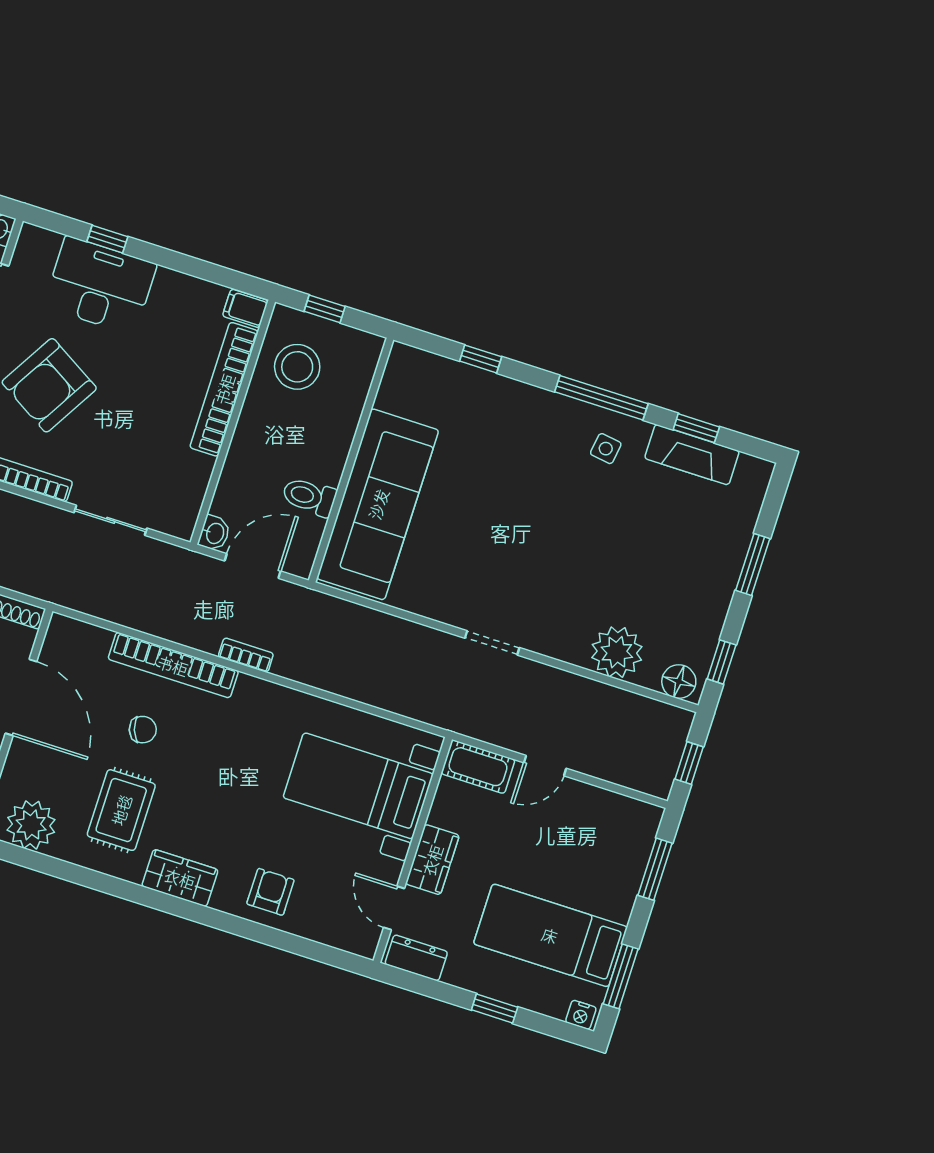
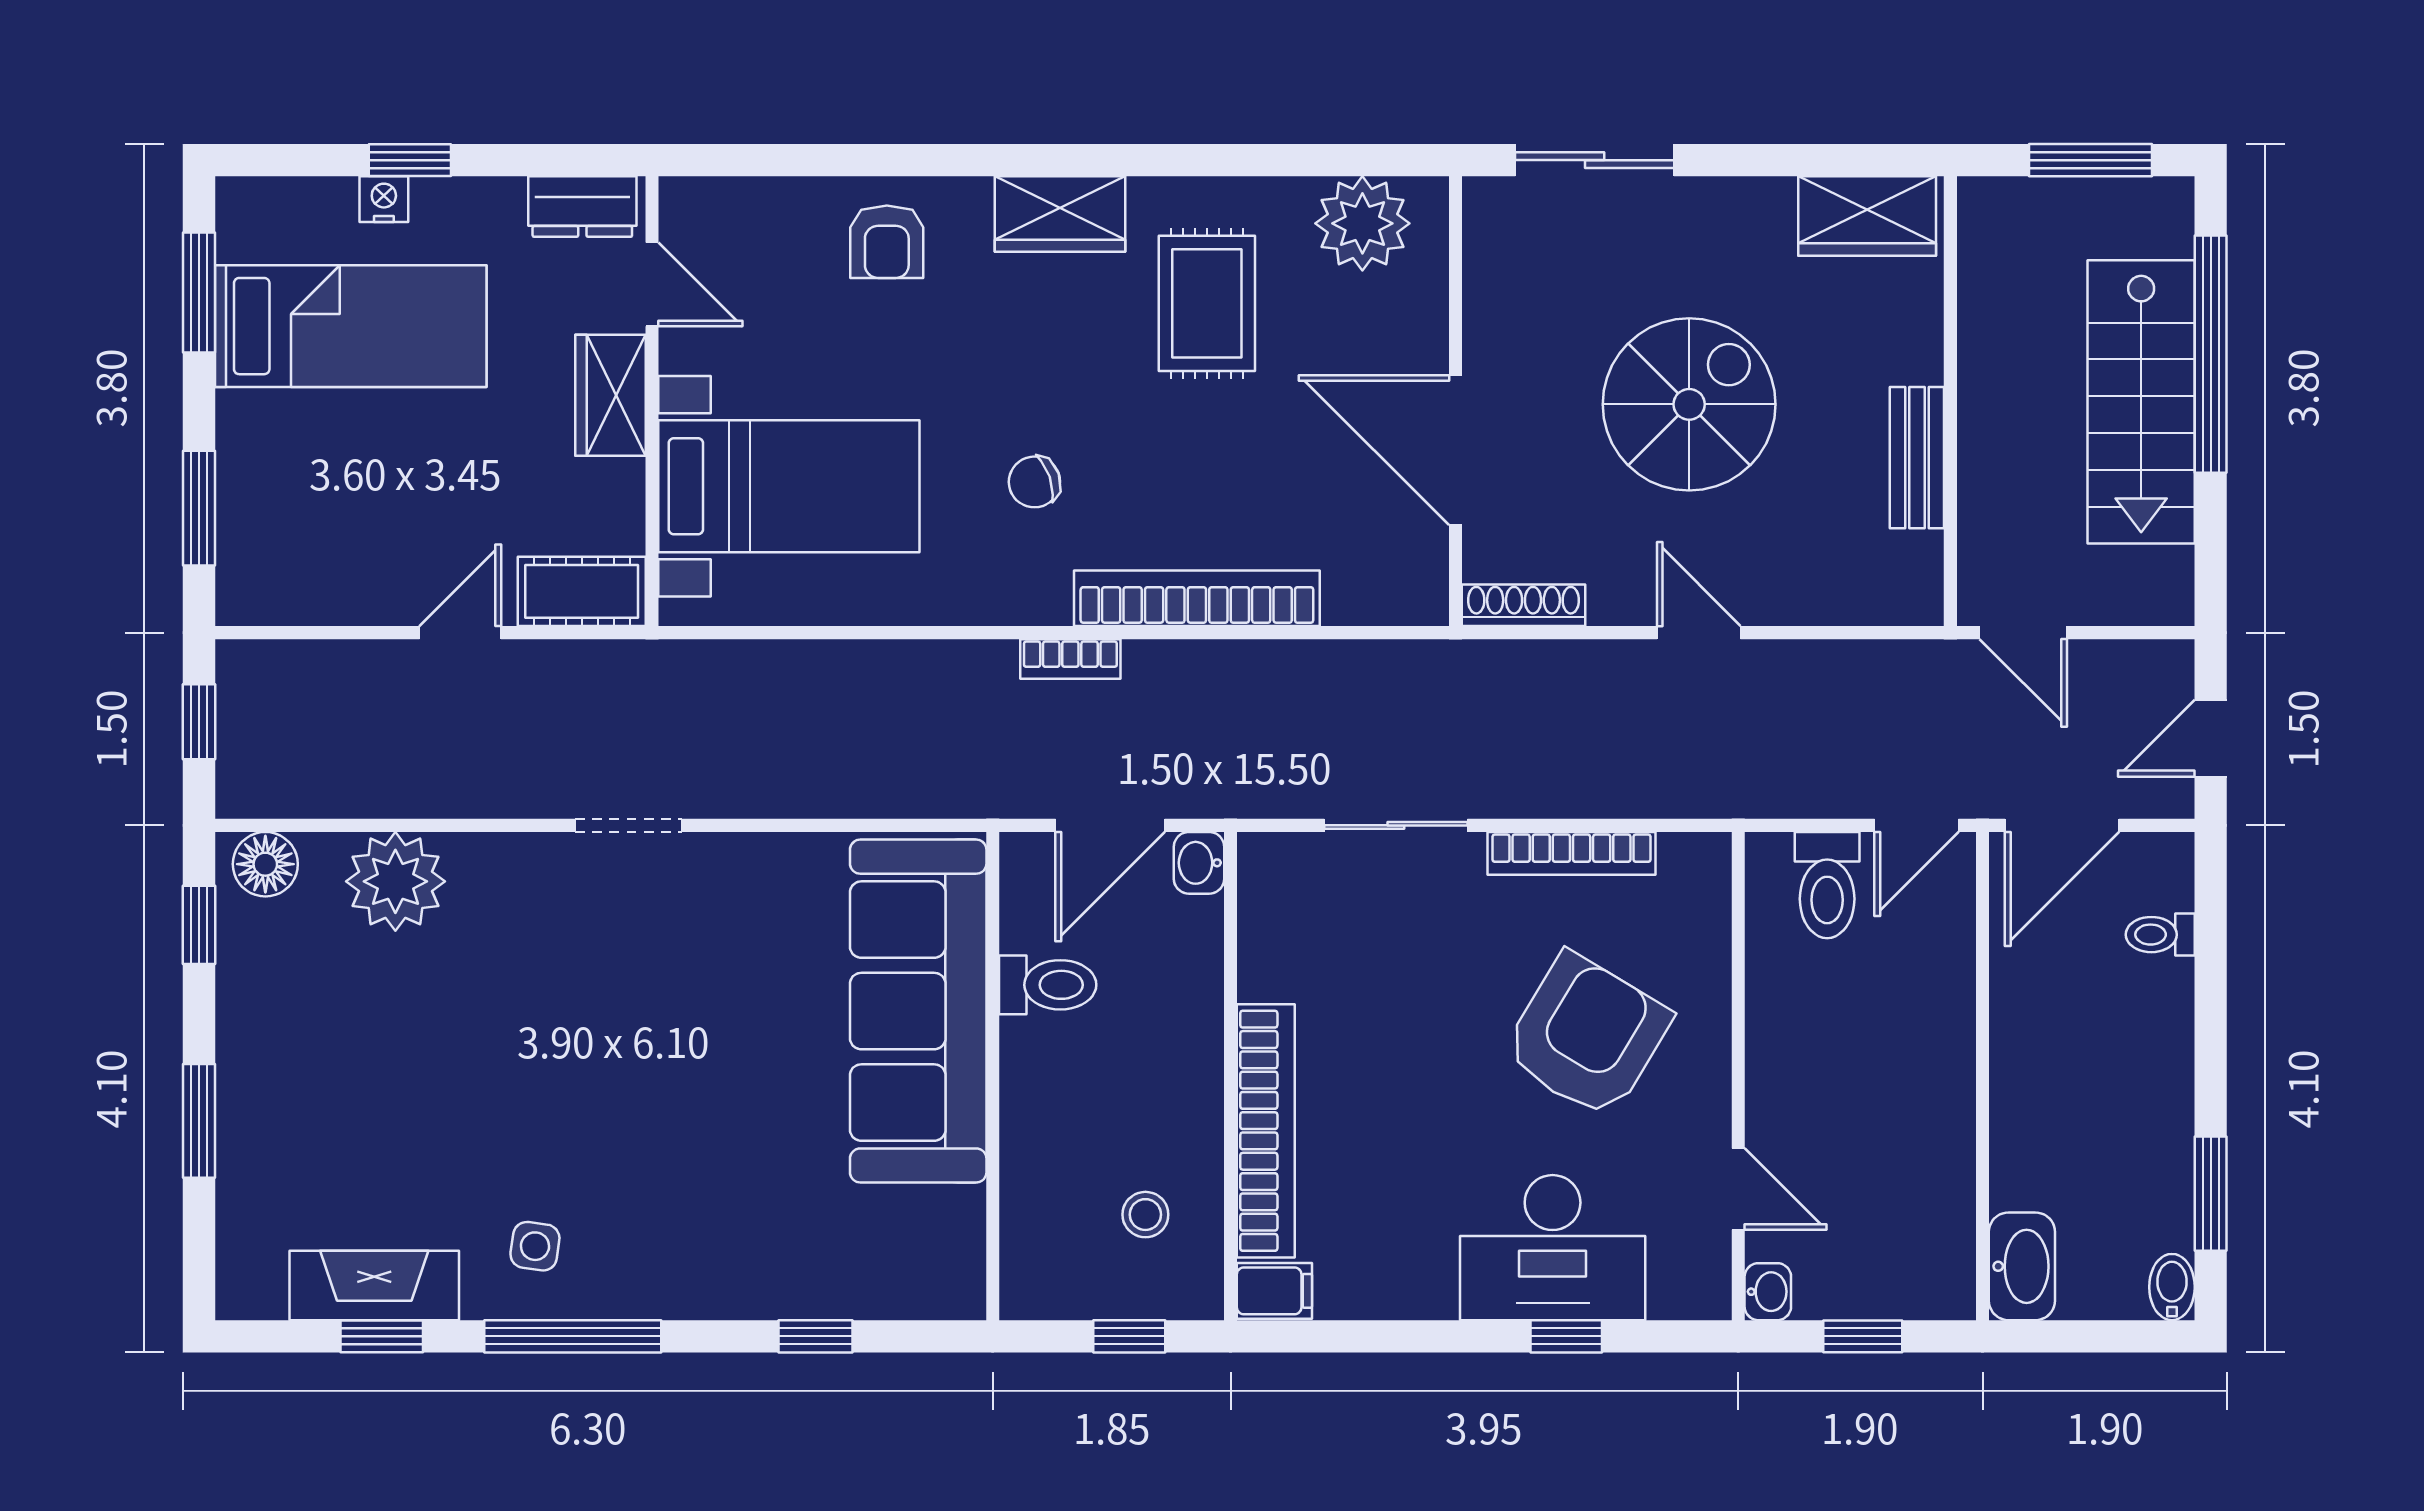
stool: (297, 367) -> (1145, 1215), width x0.53, depth x0.53
chair: (143, 730) -> (1034, 482), moved
nightstand: (581, 1015) -> (384, 199), moved

